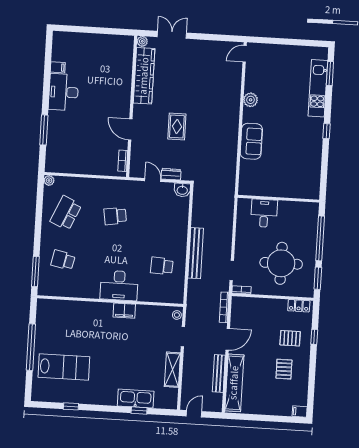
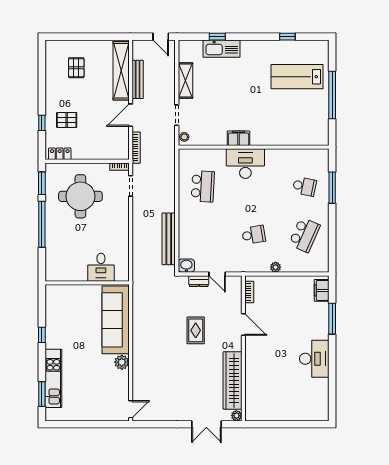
filing cabinet: (58, 67) -> (322, 290), moved, width x2.00
sofa: (251, 141) -> (116, 320), width x1.85, depth x1.27
plant: (49, 180) -> (276, 267), moved
wall: (278, 199) -> (87, 283), moved
desk: (264, 213) -> (101, 267), moved
bench: (196, 253) -> (169, 239), moved
school desk: (162, 266) -> (203, 186), width x1.85
window: (35, 272) -> (332, 188), moved
pallet: (284, 369) -> (76, 68), moved
filing cabinet: (300, 412) -> (52, 45), removed
door: (194, 414) -> (161, 37), hinge flipped

